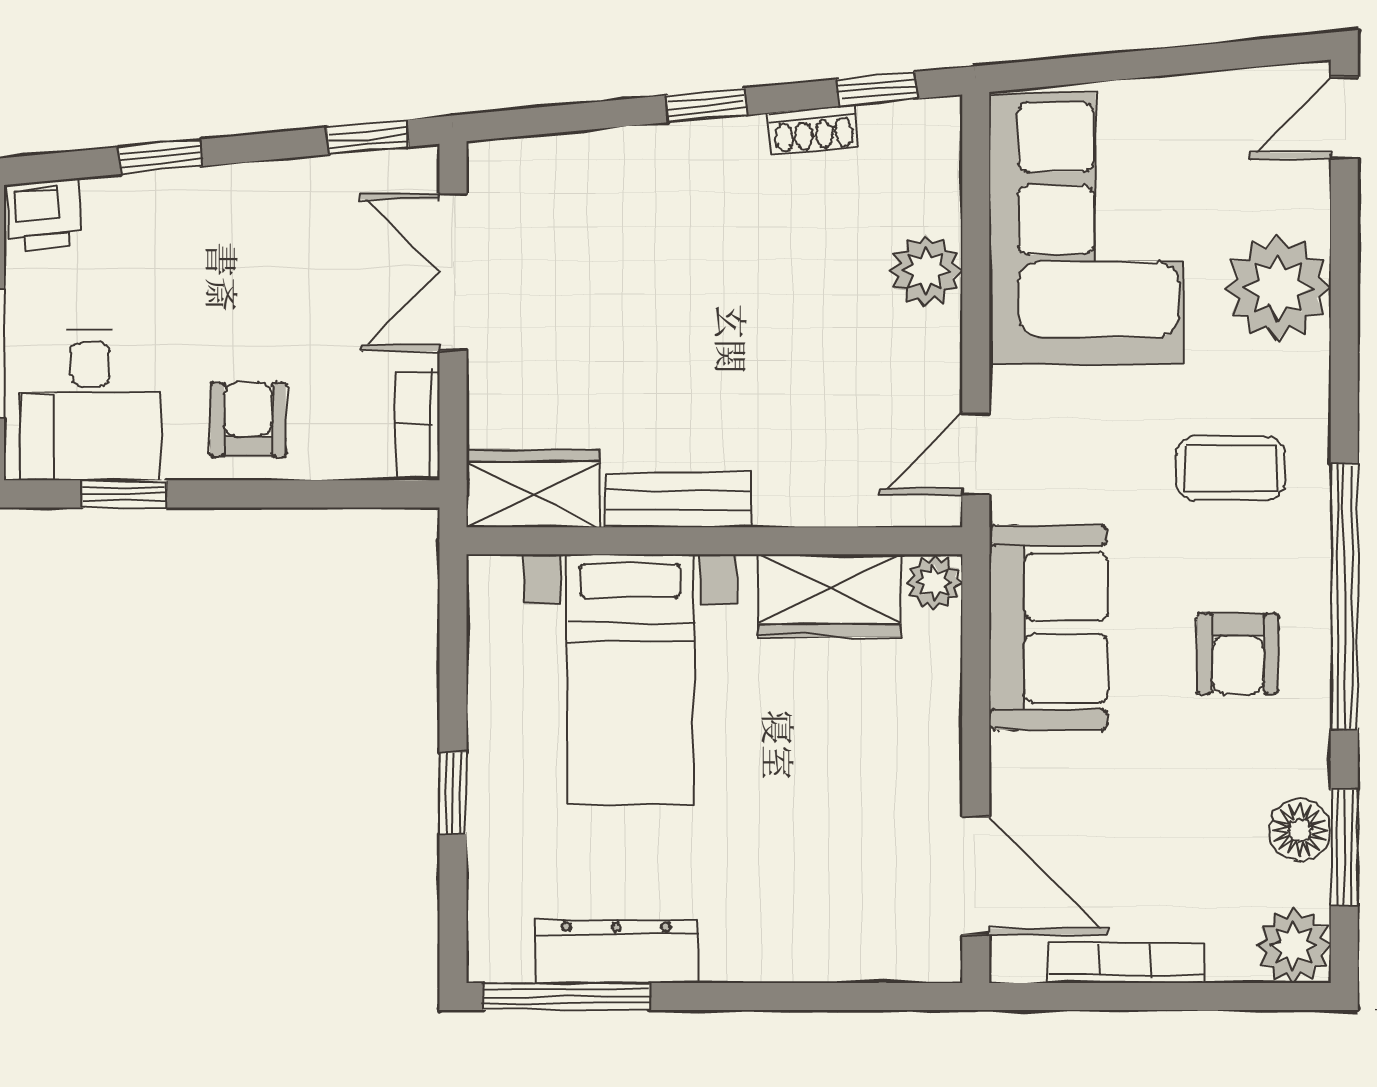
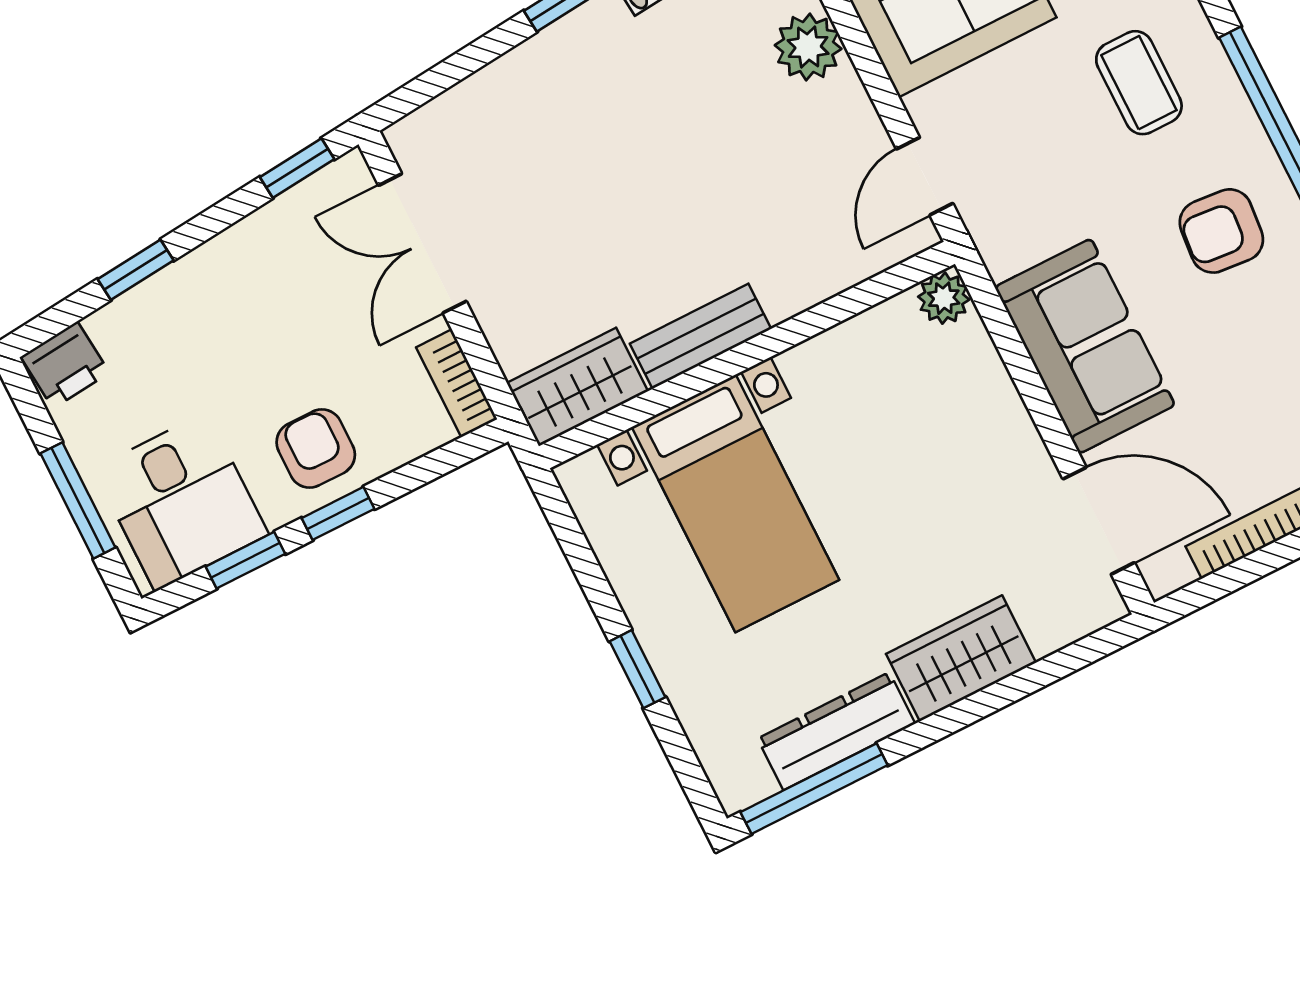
coffee table: (1231, 468) -> (1139, 83), turned 90
window: (238, 494) -> (338, 513), added
wardrobe: (830, 595) -> (961, 658), moved, turned 180
sofa: (1048, 627) -> (1085, 346), moved
armchair: (1238, 654) -> (1221, 231), turned 95

